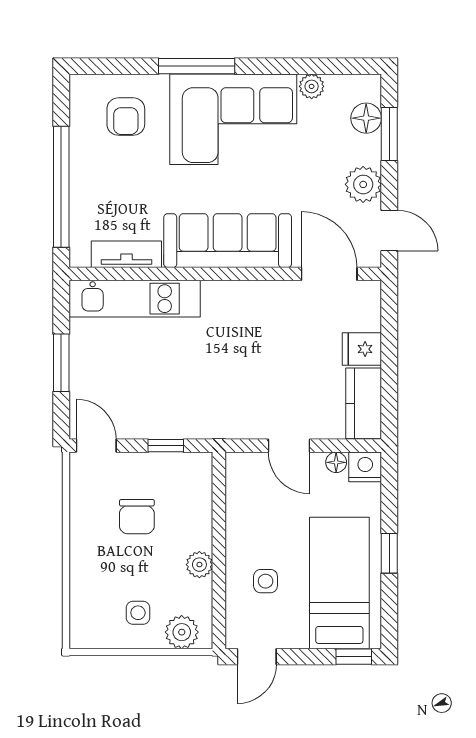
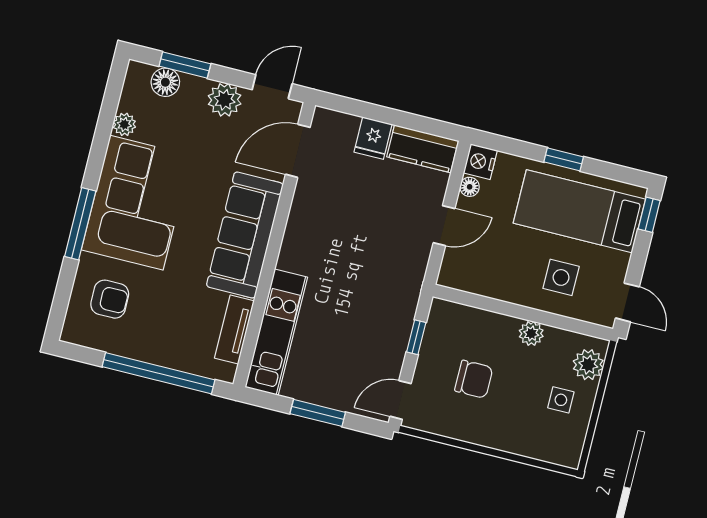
side table: (266, 581) -> (561, 277), width x1.37, depth x1.37

